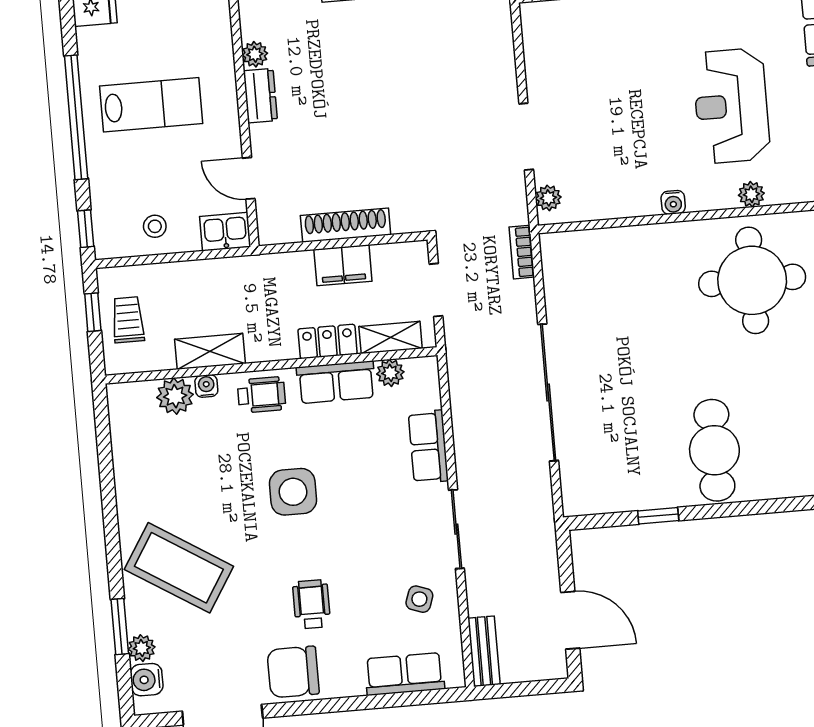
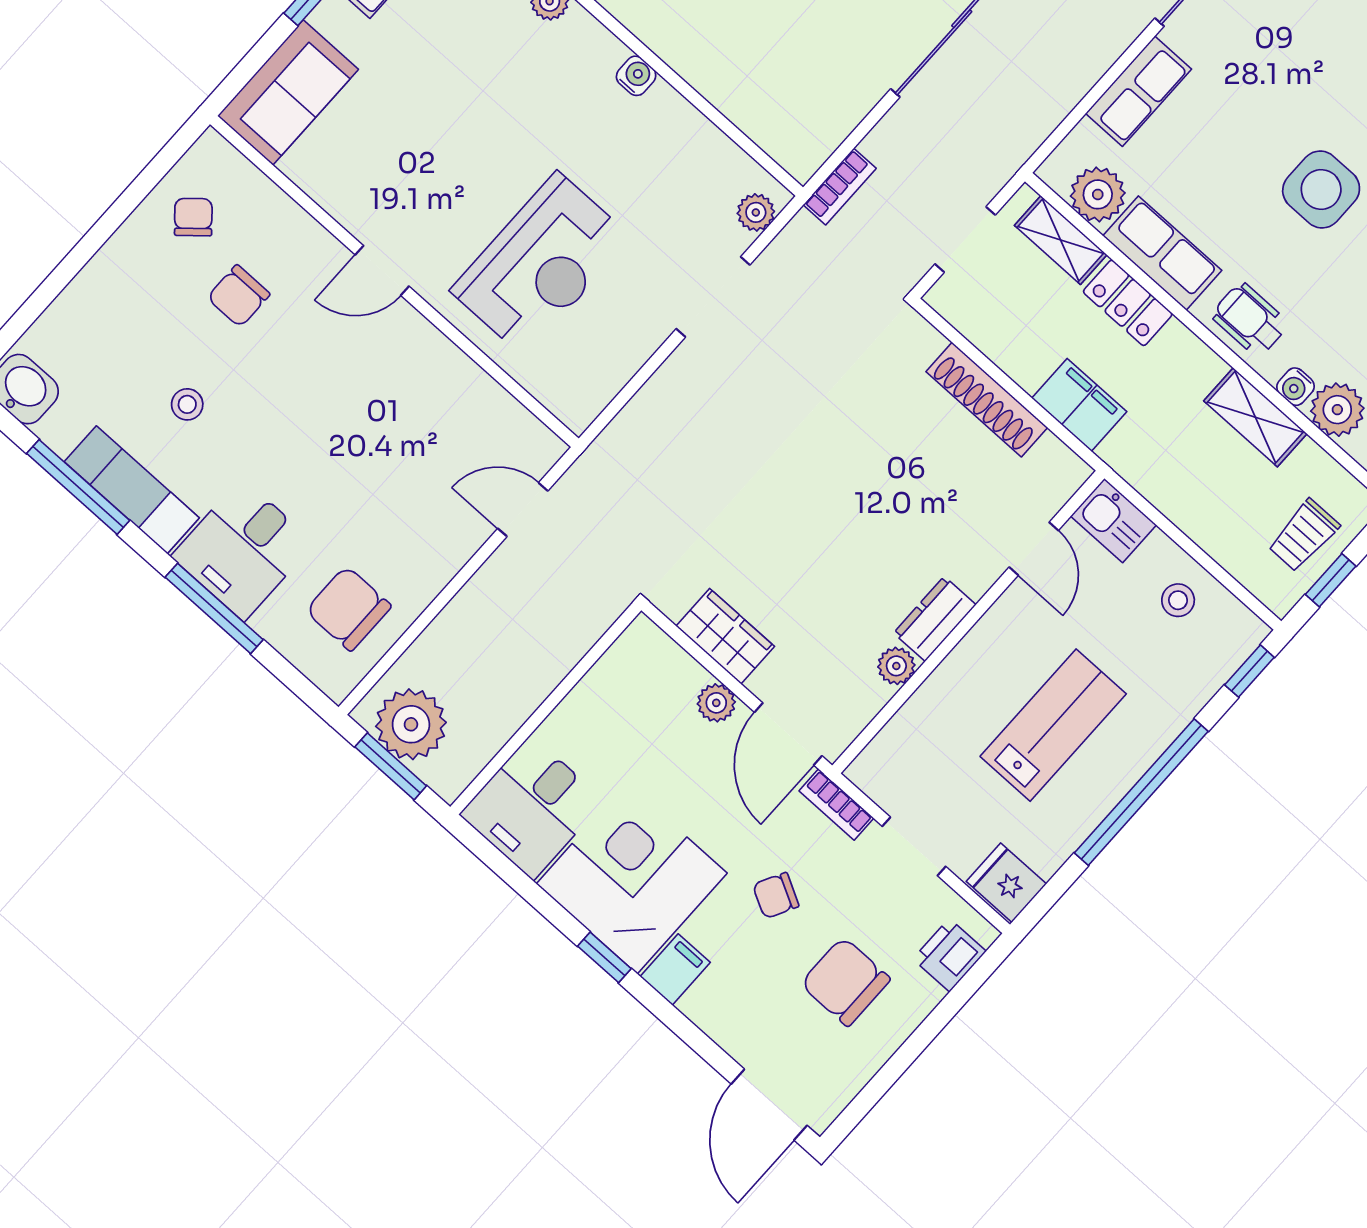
lab bench: (151, 105) -> (1053, 725), turned 90
reception desk: (731, 106) -> (541, 264), moved
filing cabinet: (343, 265) -> (1079, 405), moved
plant: (390, 373) -> (1098, 194), width x1.38, depth x1.38

